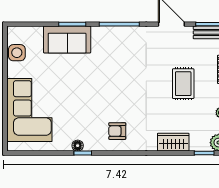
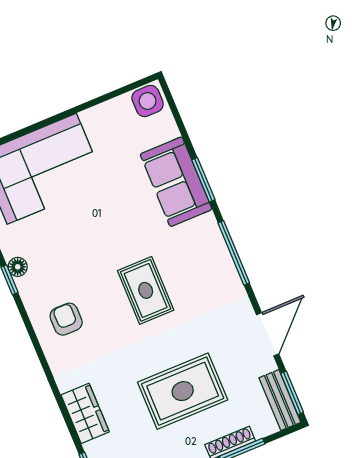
side table: (17, 53) -> (148, 101), moved
rug: (120, 81) -> (146, 290), added
rug: (183, 84) -> (183, 391), width x1.36, depth x1.43

